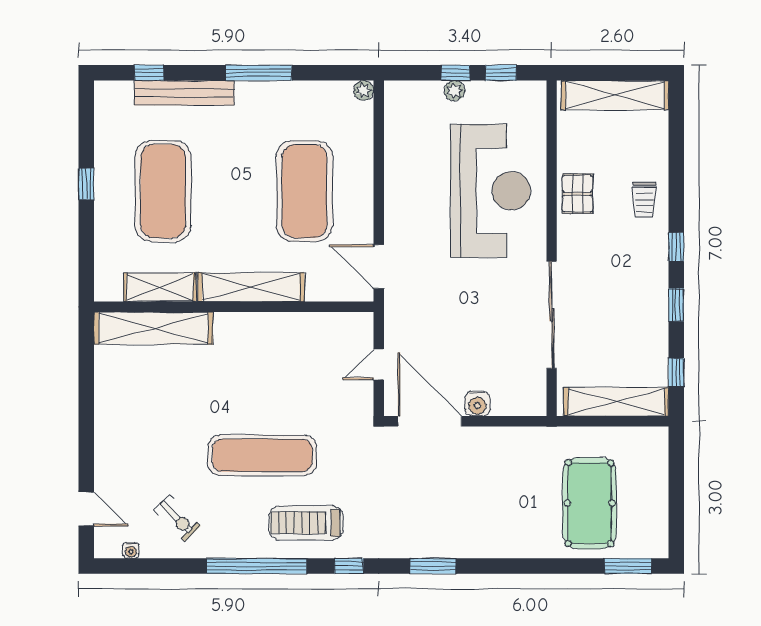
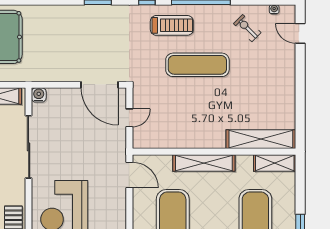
shelving: (160, 287) -> (275, 163), moved
water cooler: (477, 404) -> (39, 95), moved

